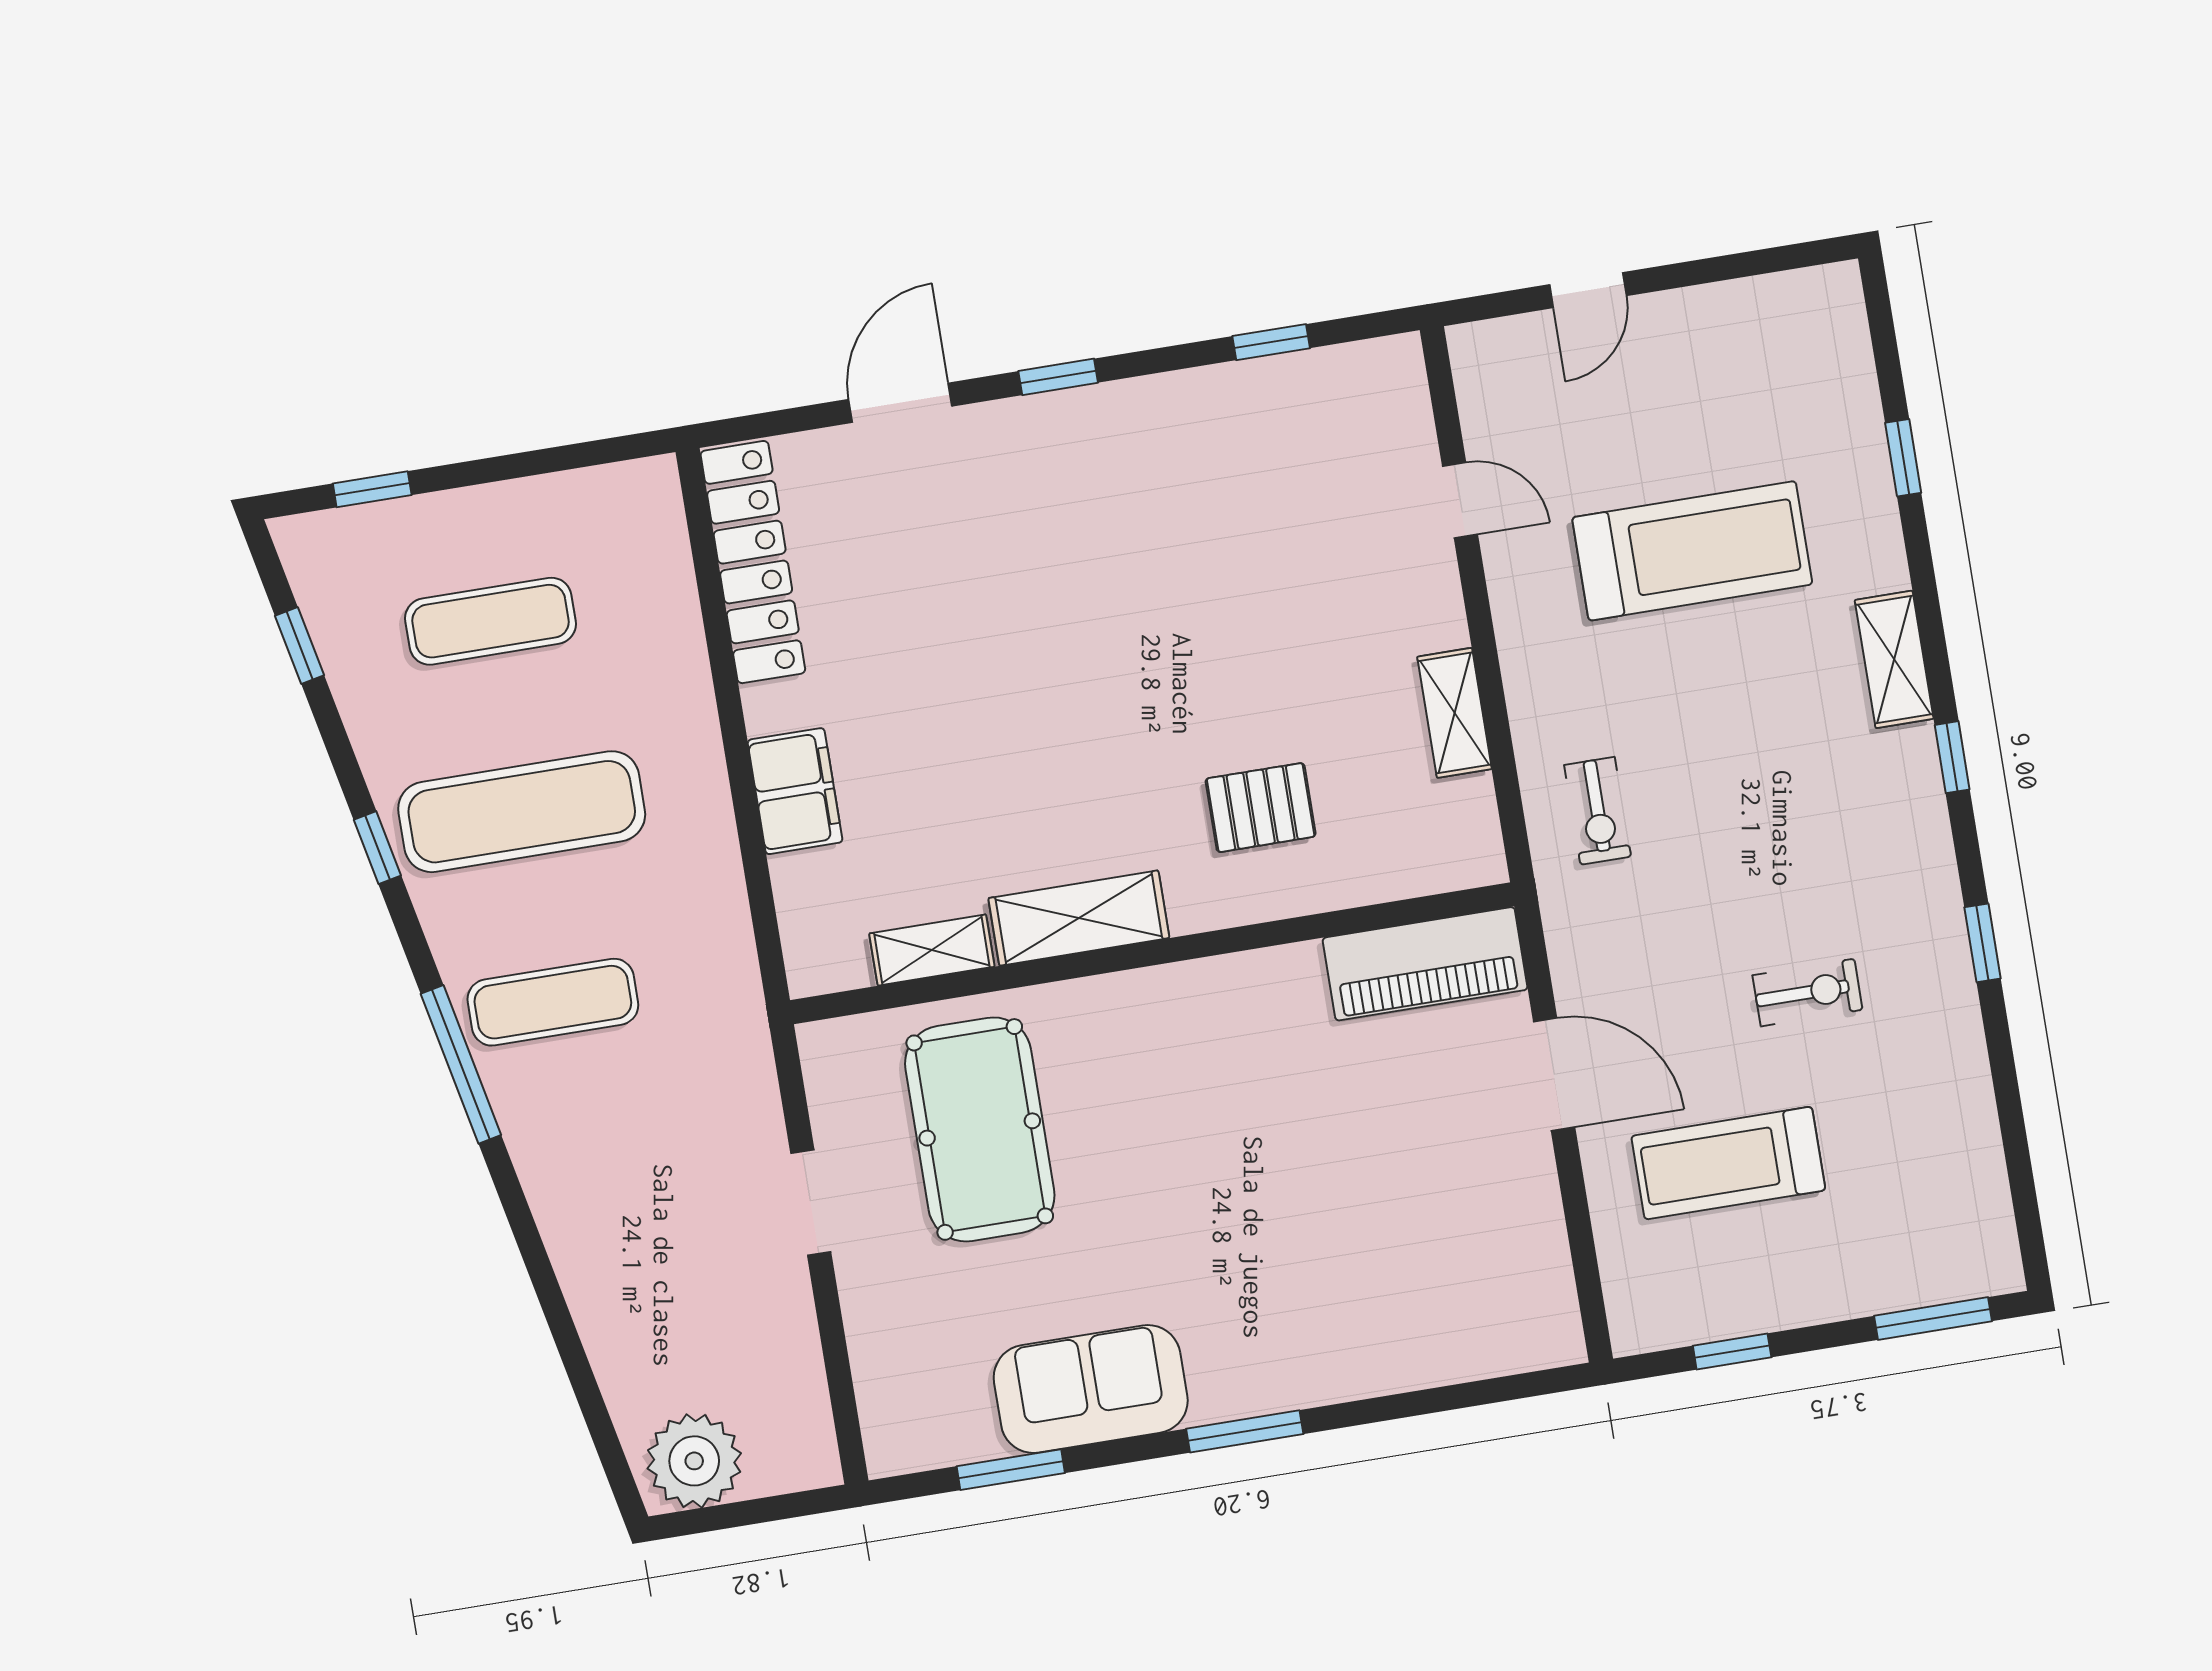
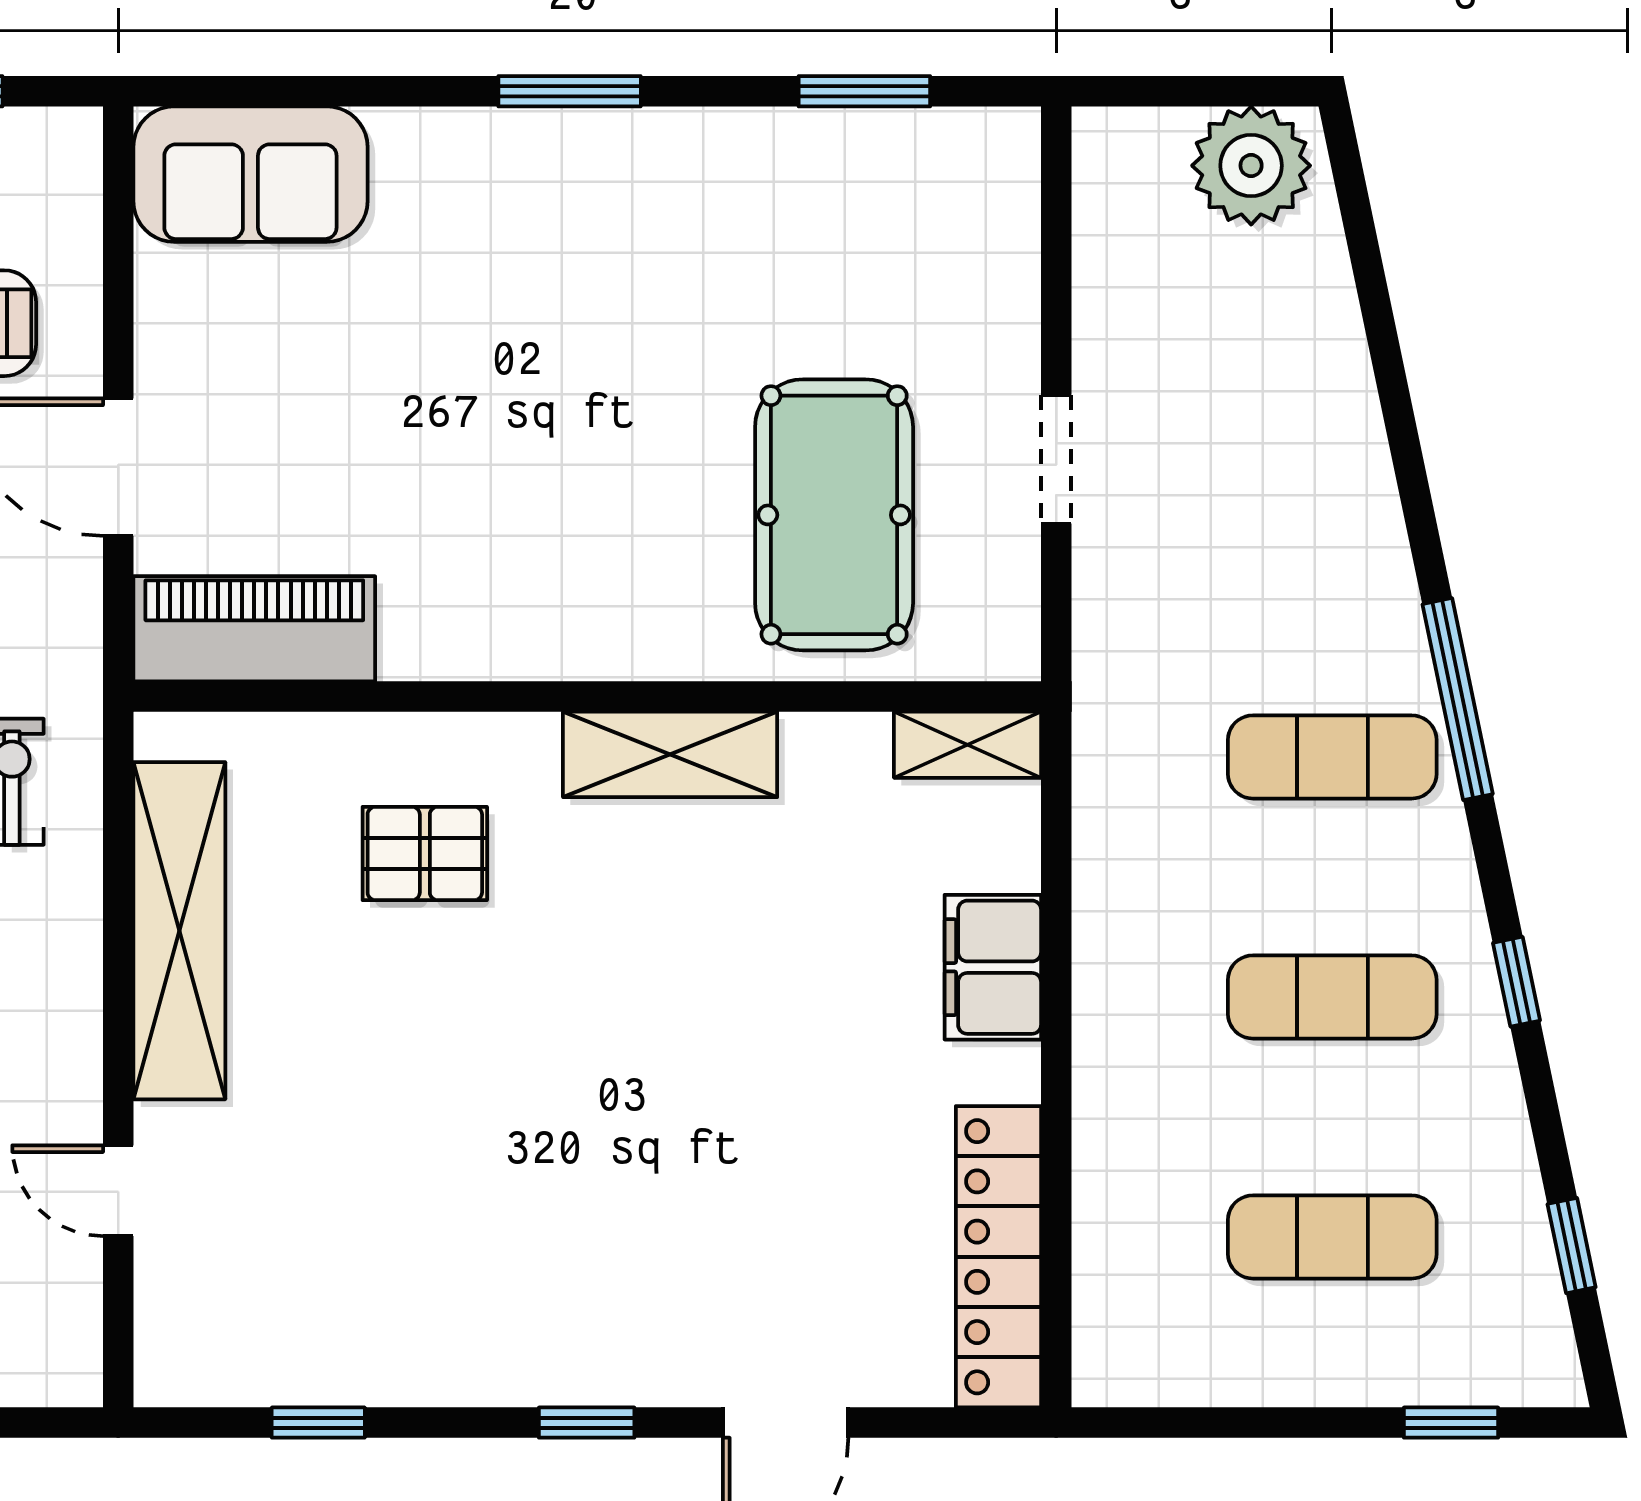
shelving: (1454, 713) -> (179, 931), width x2.20, depth x1.33
exercise mat: (522, 812) -> (1332, 997), width x0.73, depth x0.69
shelving: (932, 950) -> (967, 745), moved
sofa: (1091, 1389) -> (250, 174), moved

